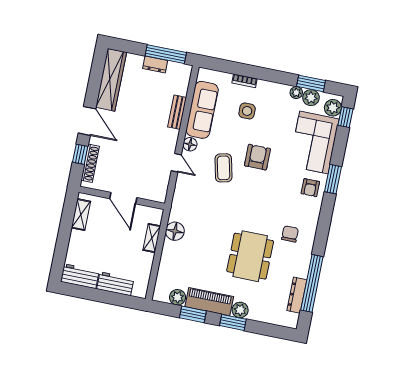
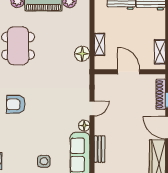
armchair: (257, 157) -> (16, 104), moved, turned 90
door: (176, 163) -> (92, 109), swing flipped
coffee table: (223, 168) -> (54, 112), removed

